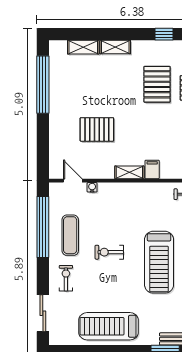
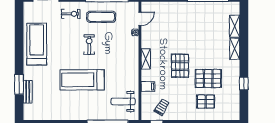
pallet: (97, 129) -> (180, 66), moved
filing cabinet: (152, 169) -> (148, 86), moved

